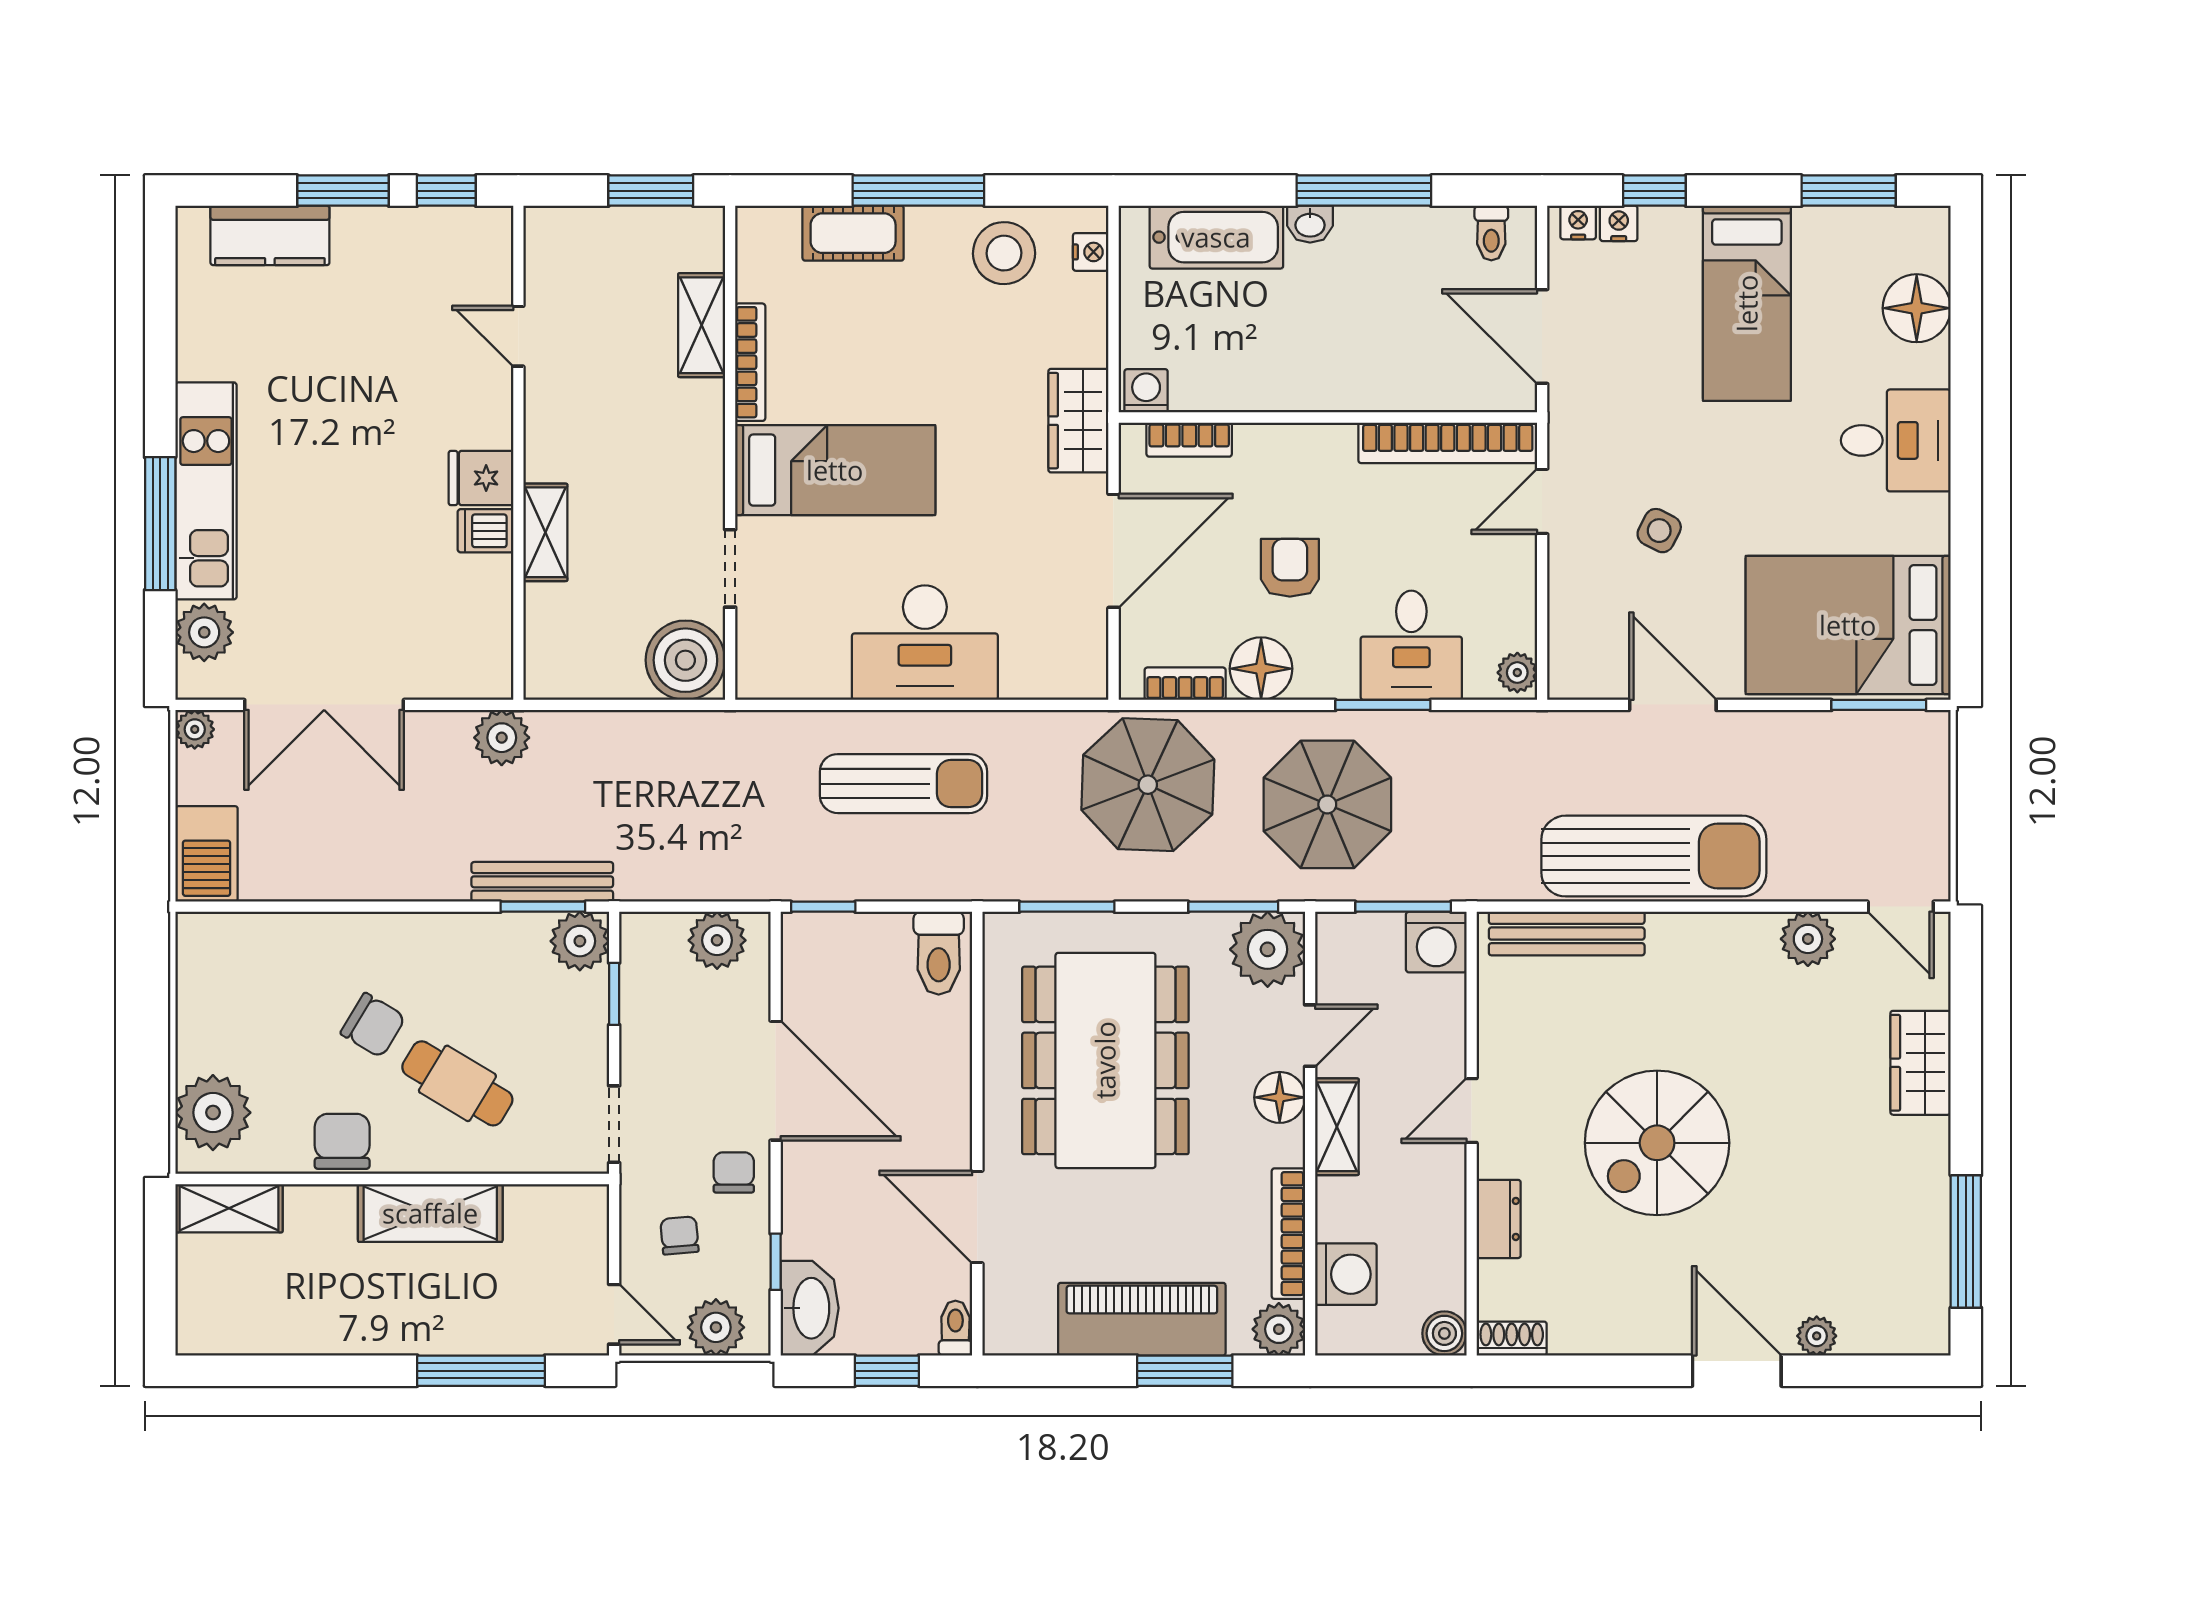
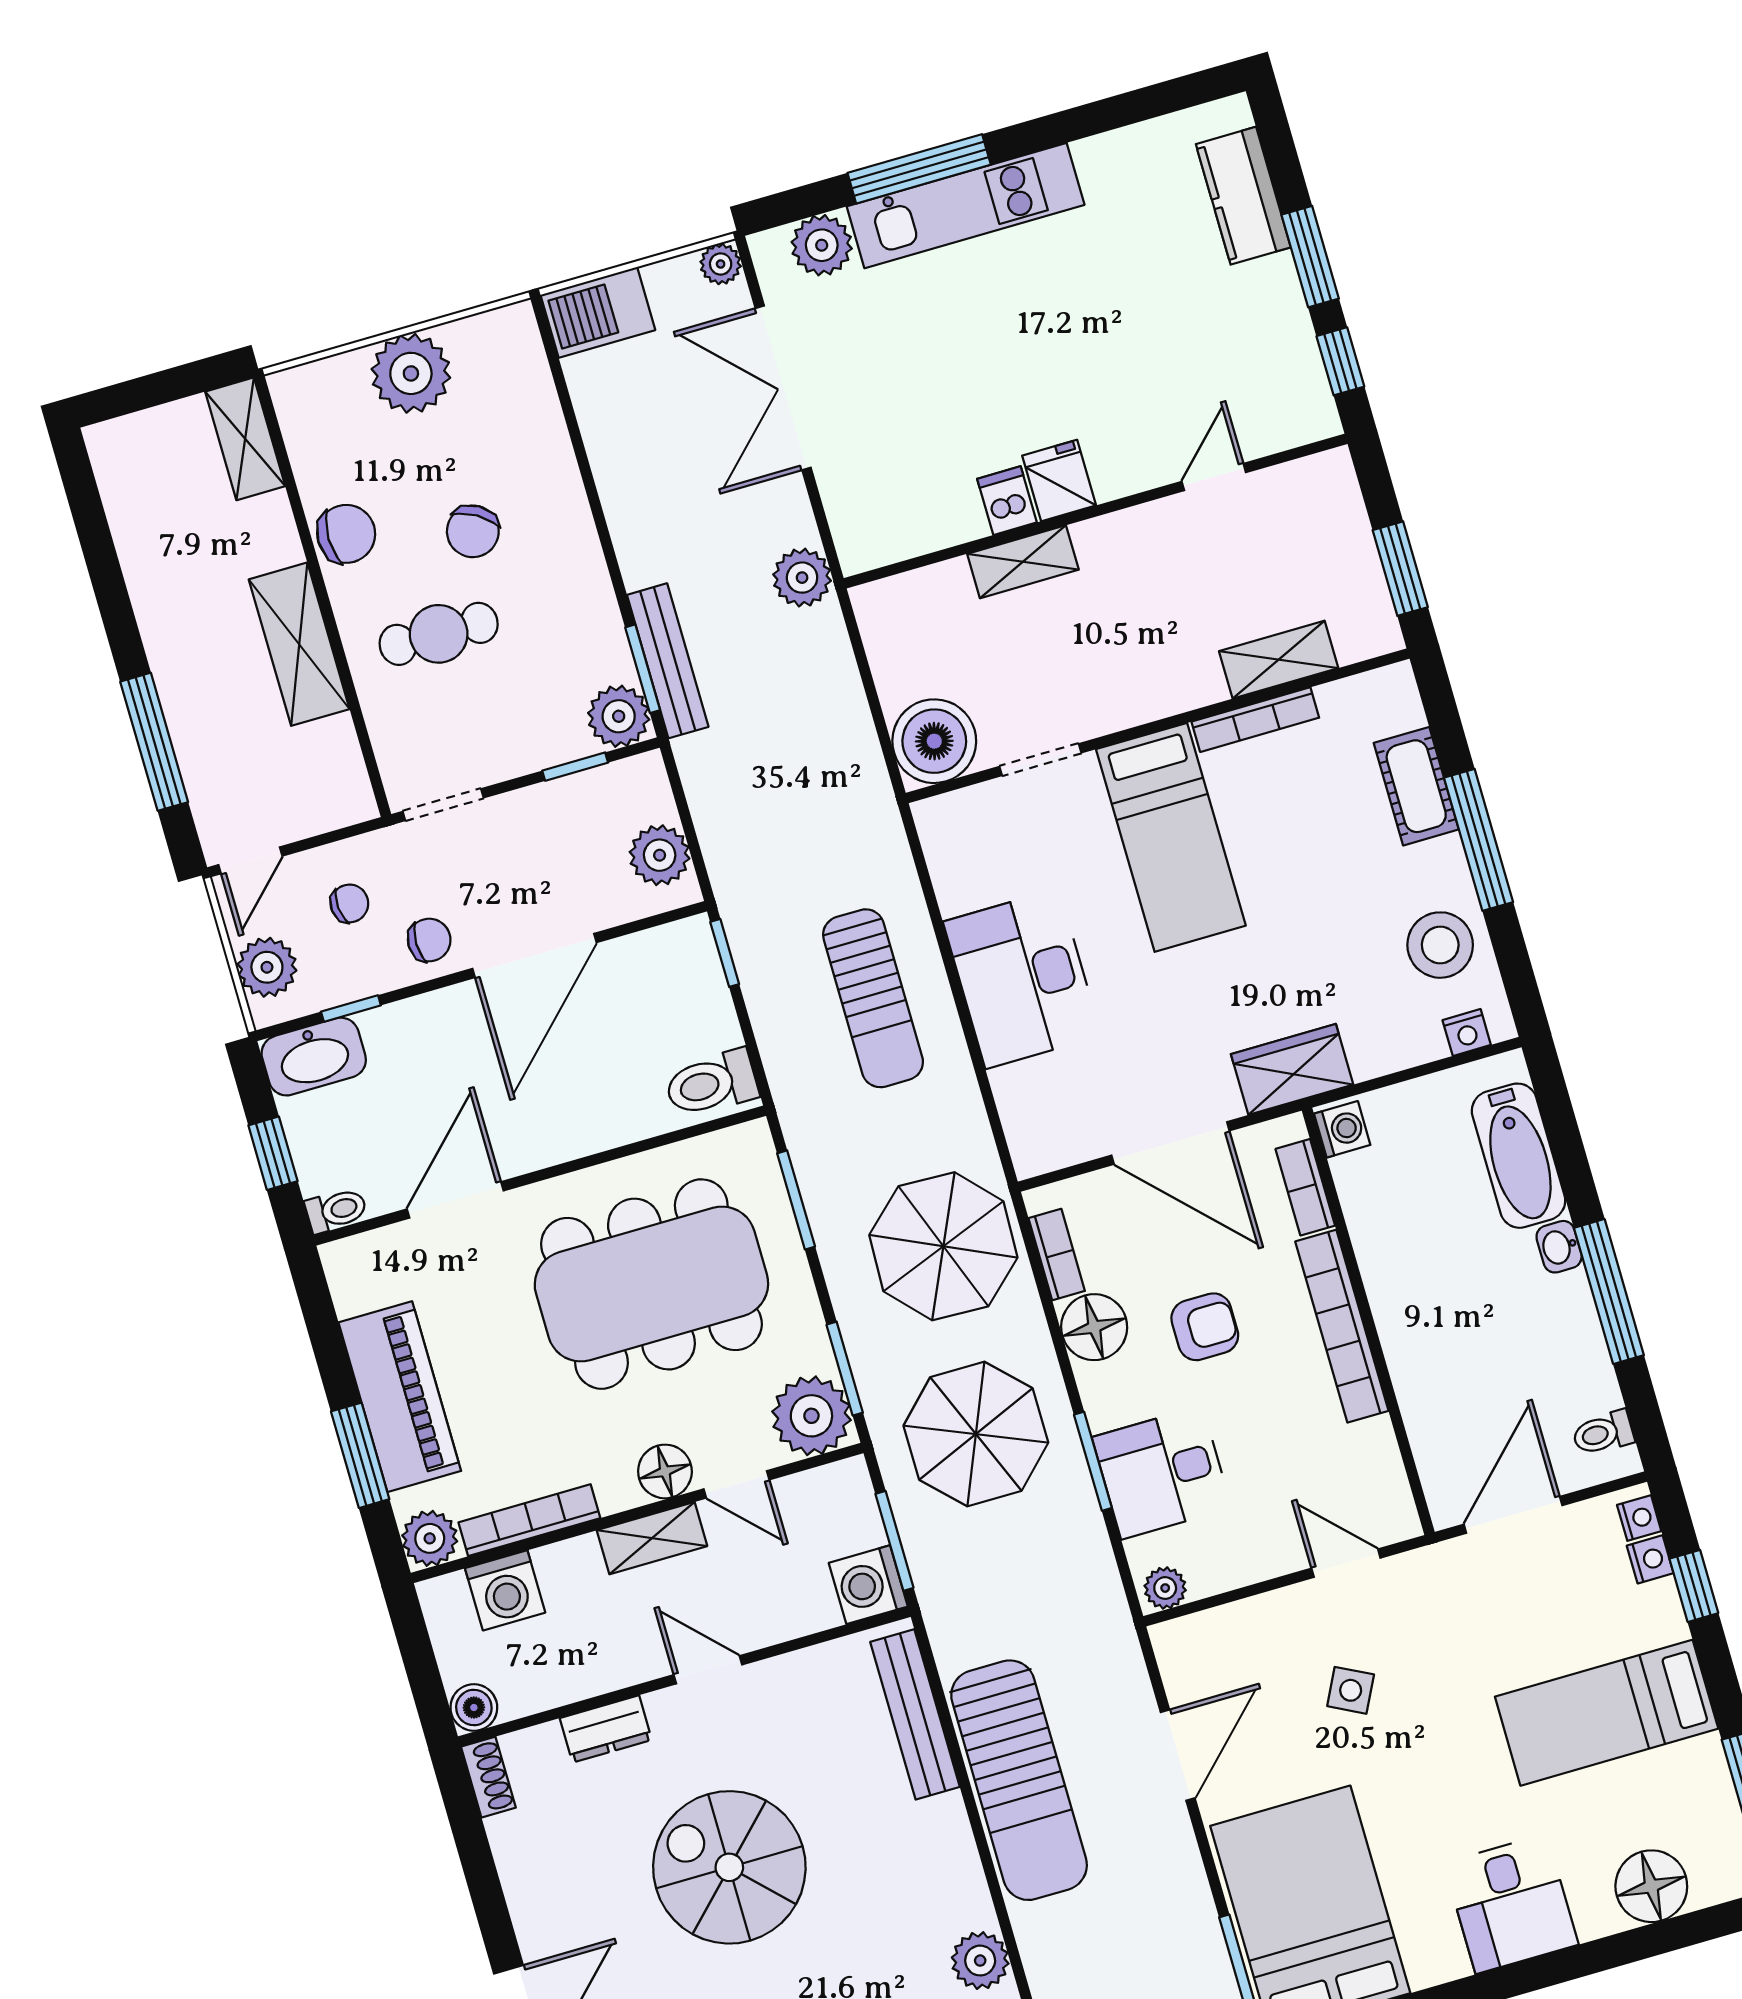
bookcase: (1448, 443) -> (1342, 1326), moved
cafe table: (457, 1083) -> (439, 634), turned 60
plant: (213, 1113) -> (411, 373), moved

